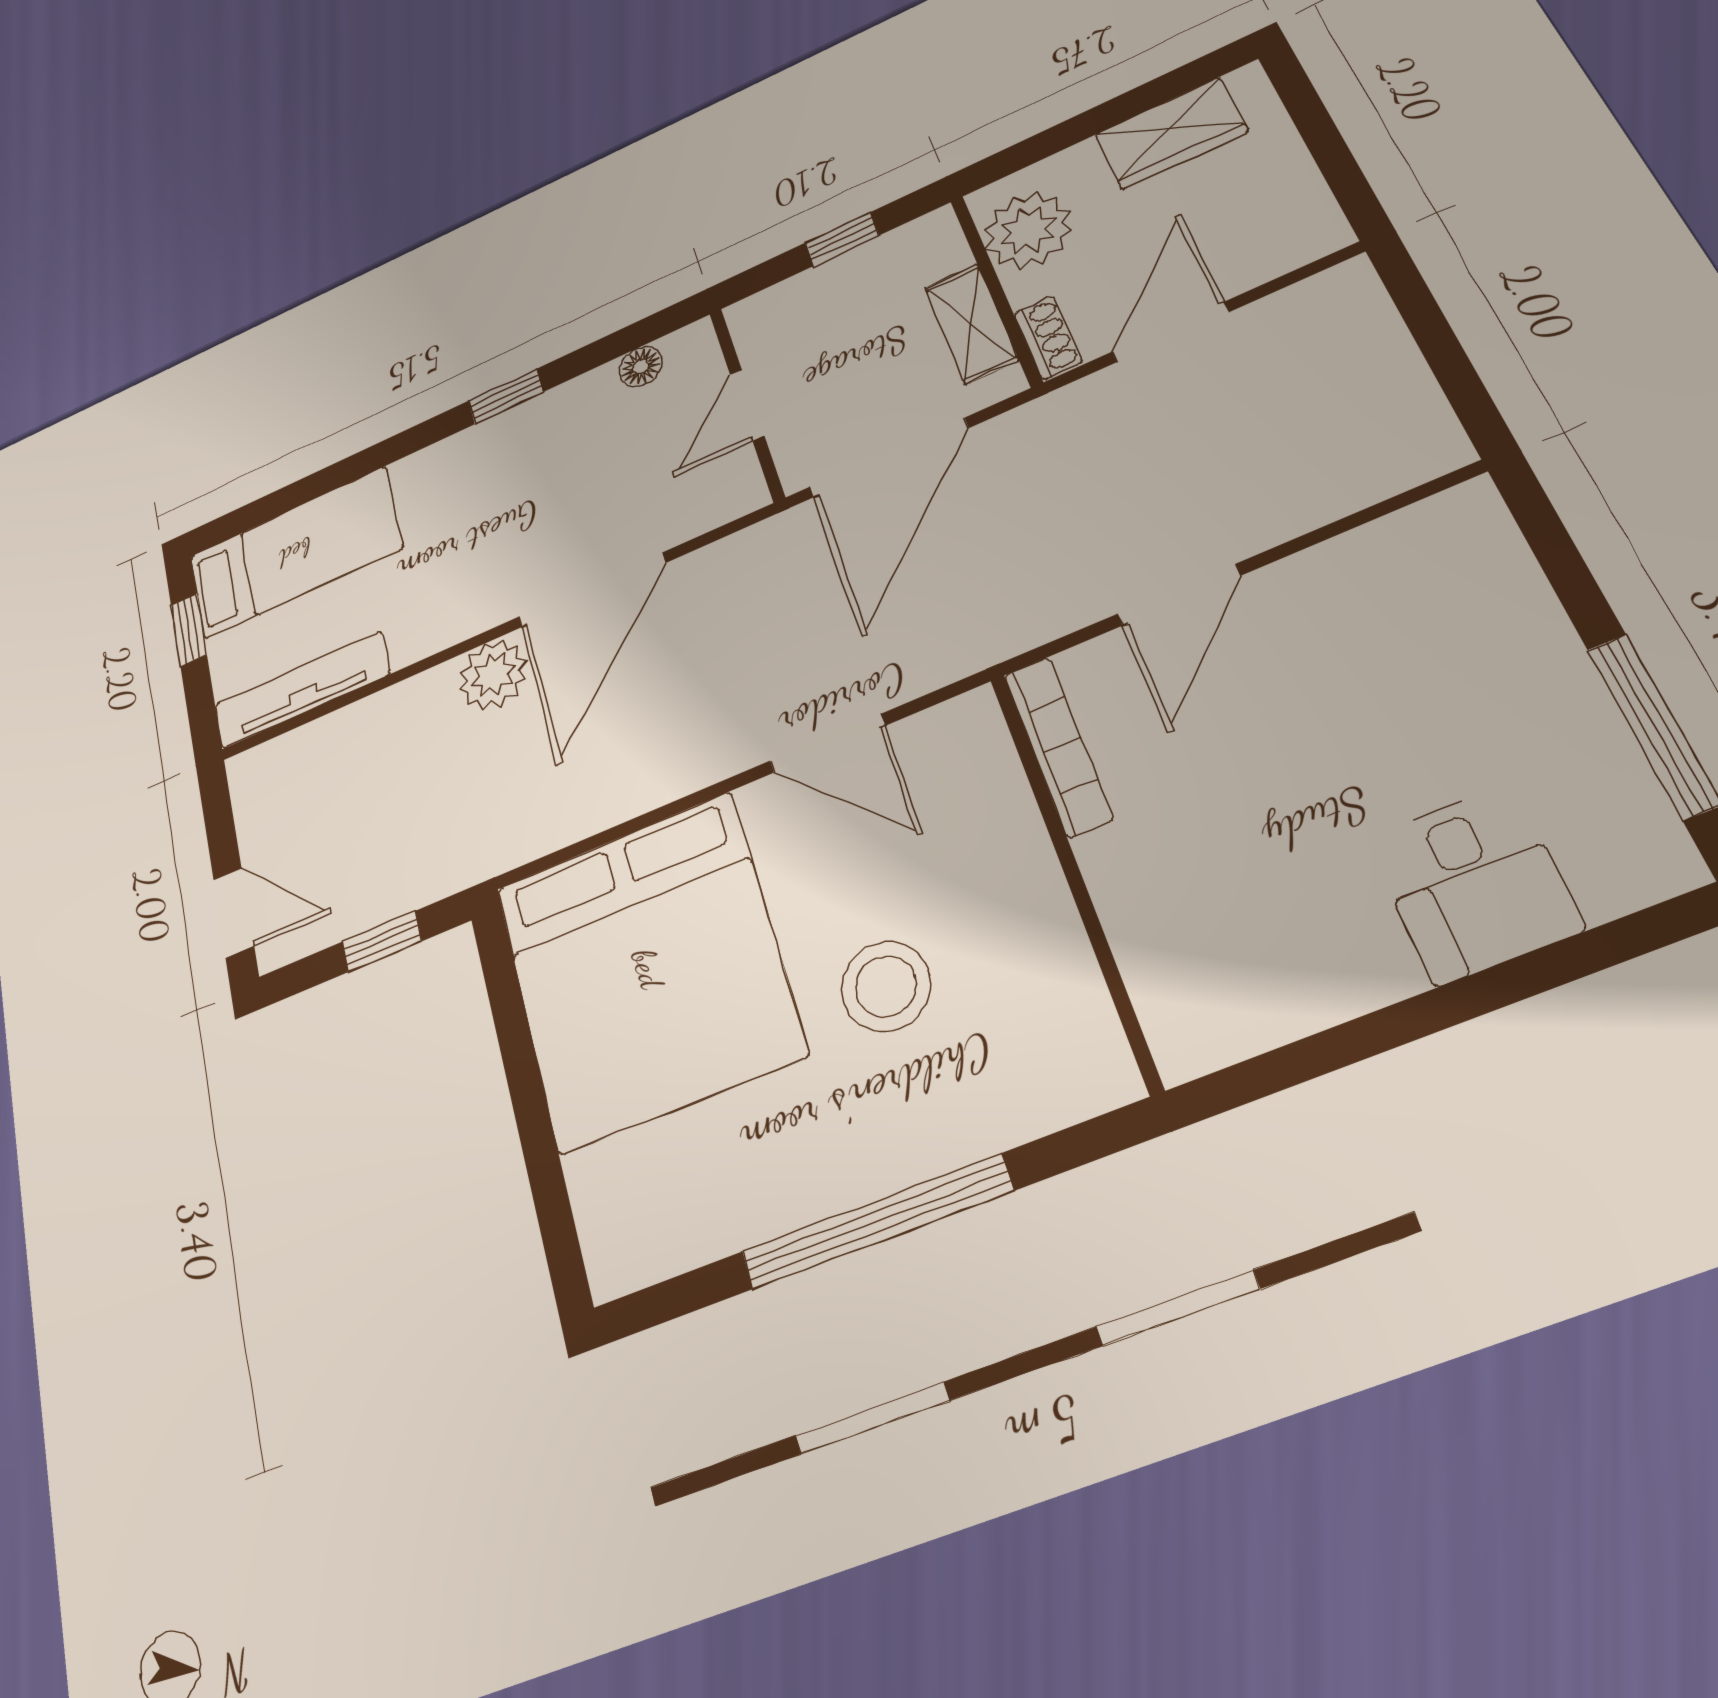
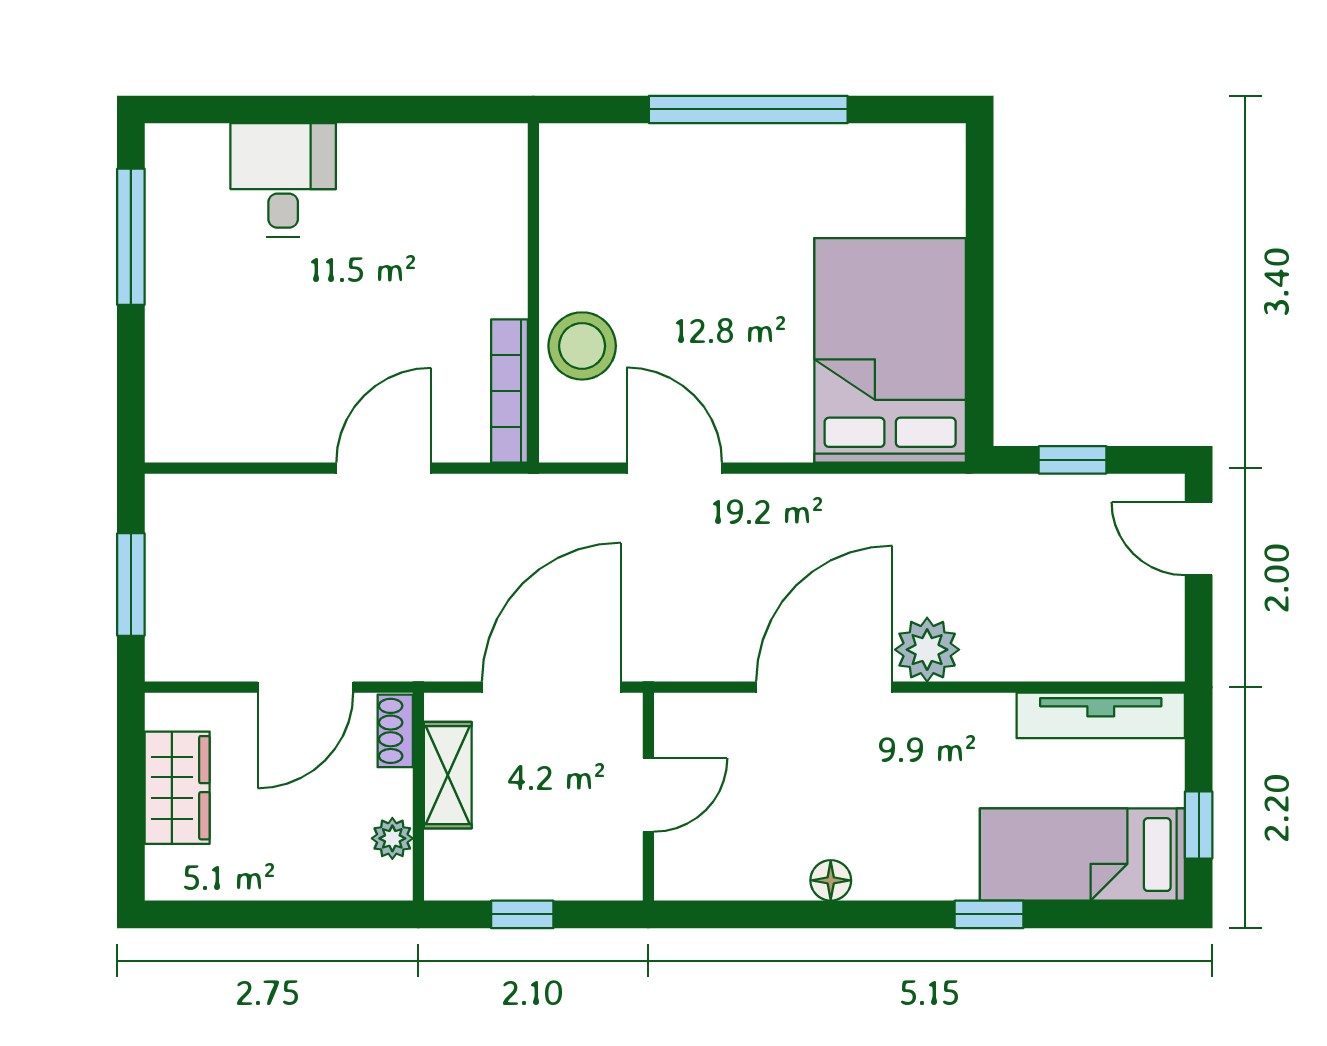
wardrobe: (1171, 133) -> (177, 788), moved, turned 90
plant: (1028, 230) -> (392, 838), width x0.53, depth x0.53
window: (1435, 338) -> (131, 584), added
floor lamp: (641, 367) -> (831, 880), moved
window: (506, 396) -> (989, 914), moved
bed: (647, 969) -> (890, 350), width x0.73
stool: (886, 986) -> (582, 346), moved

